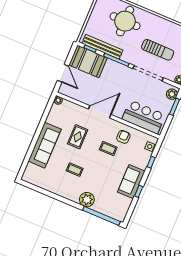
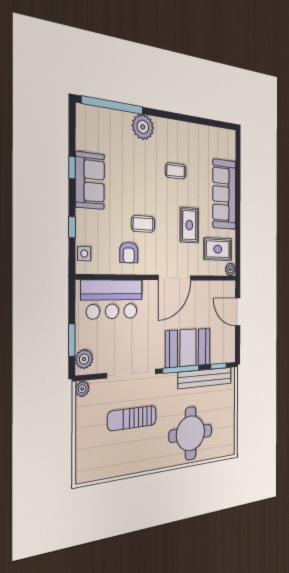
booth: (88, 61) -> (188, 348), moved
rug: (63, 116) -> (218, 249), added

